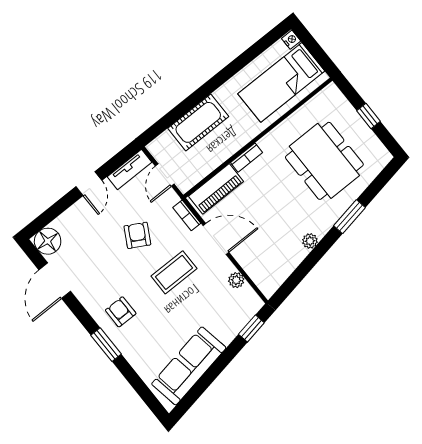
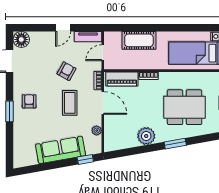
dining table: (324, 161) -> (185, 107), turned 90
plant: (310, 241) -> (146, 136), width x1.88, depth x1.88
coffee table: (174, 272) -> (70, 103), turned 90
sofa: (189, 366) -> (61, 150), moved

